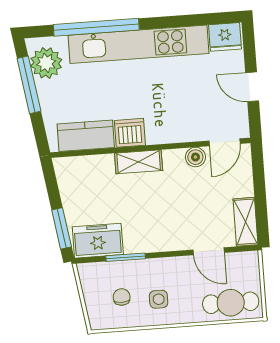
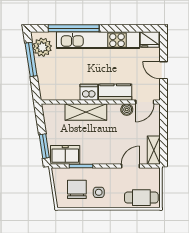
kitchen counter: (86, 136) -> (115, 92), moved
shelving: (139, 162) -> (86, 112), width x1.50, depth x1.33
door: (209, 251) -> (131, 166), swing flipped
chair: (122, 297) -> (77, 189), width x1.87, depth x1.87

